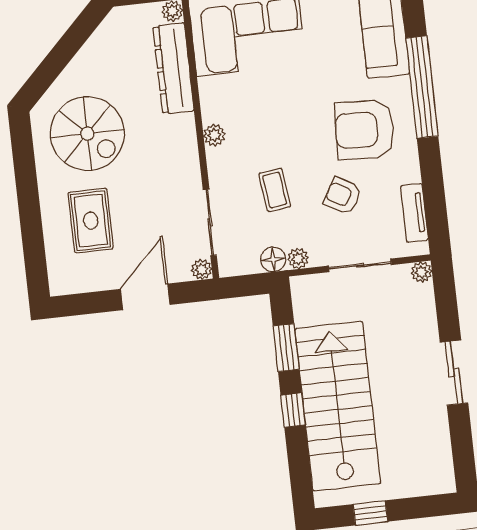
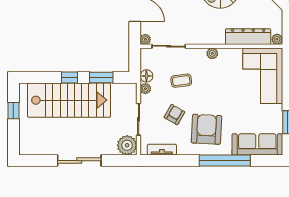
plant: (421, 272) -> (127, 145), width x1.87, depth x1.87
sliding door: (454, 373) -> (79, 161), width x1.37

